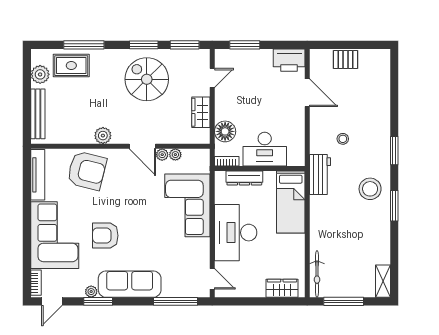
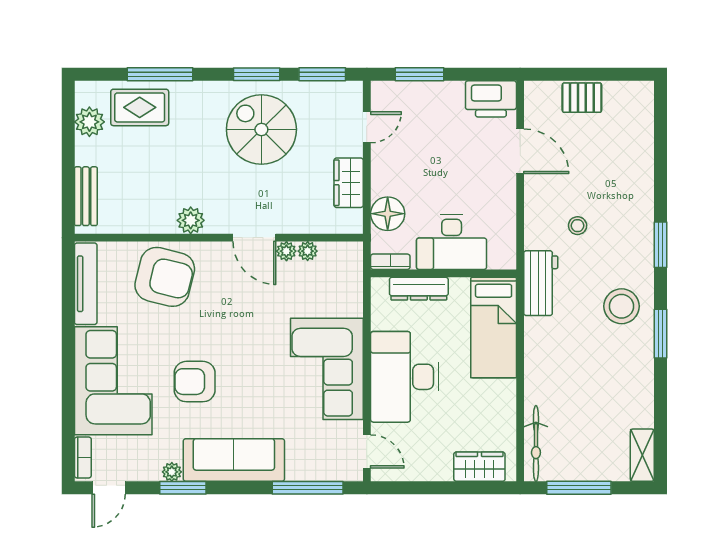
bench: (38, 114) -> (86, 196), width x0.73
corner sofa: (187, 205) -> (327, 369), moved

